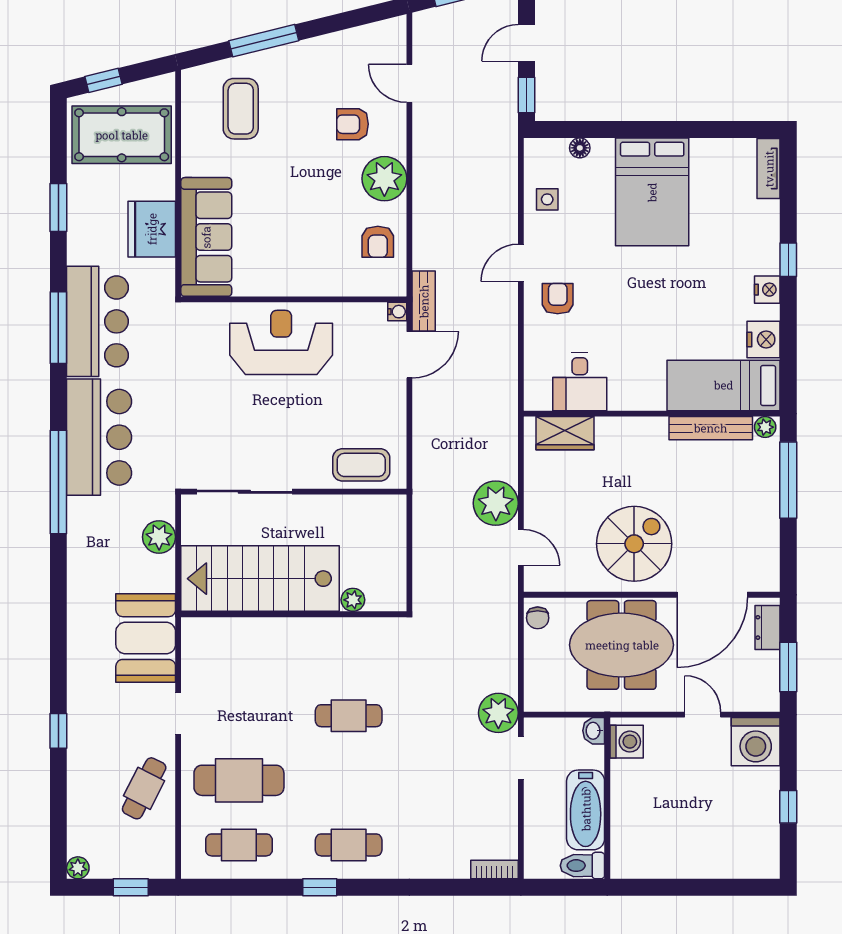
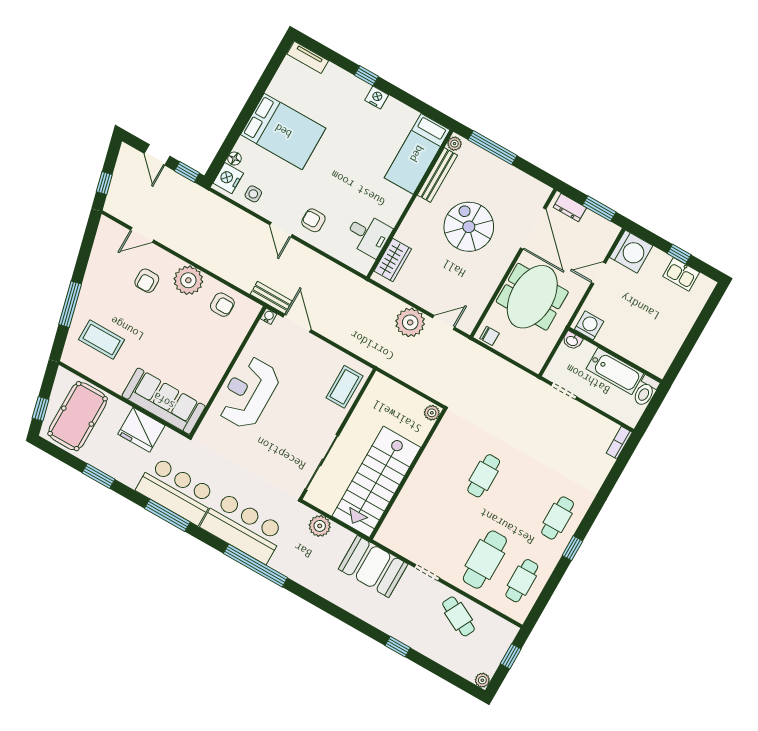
nightstand: (764, 340) -> (228, 178), moved, turned -90
spiral stairs: (634, 544) -> (469, 227), moved
plant: (353, 600) -> (432, 413), moved
plant: (498, 713) -> (531, 389), removed
kitchen sink: (763, 825) -> (681, 274), added

